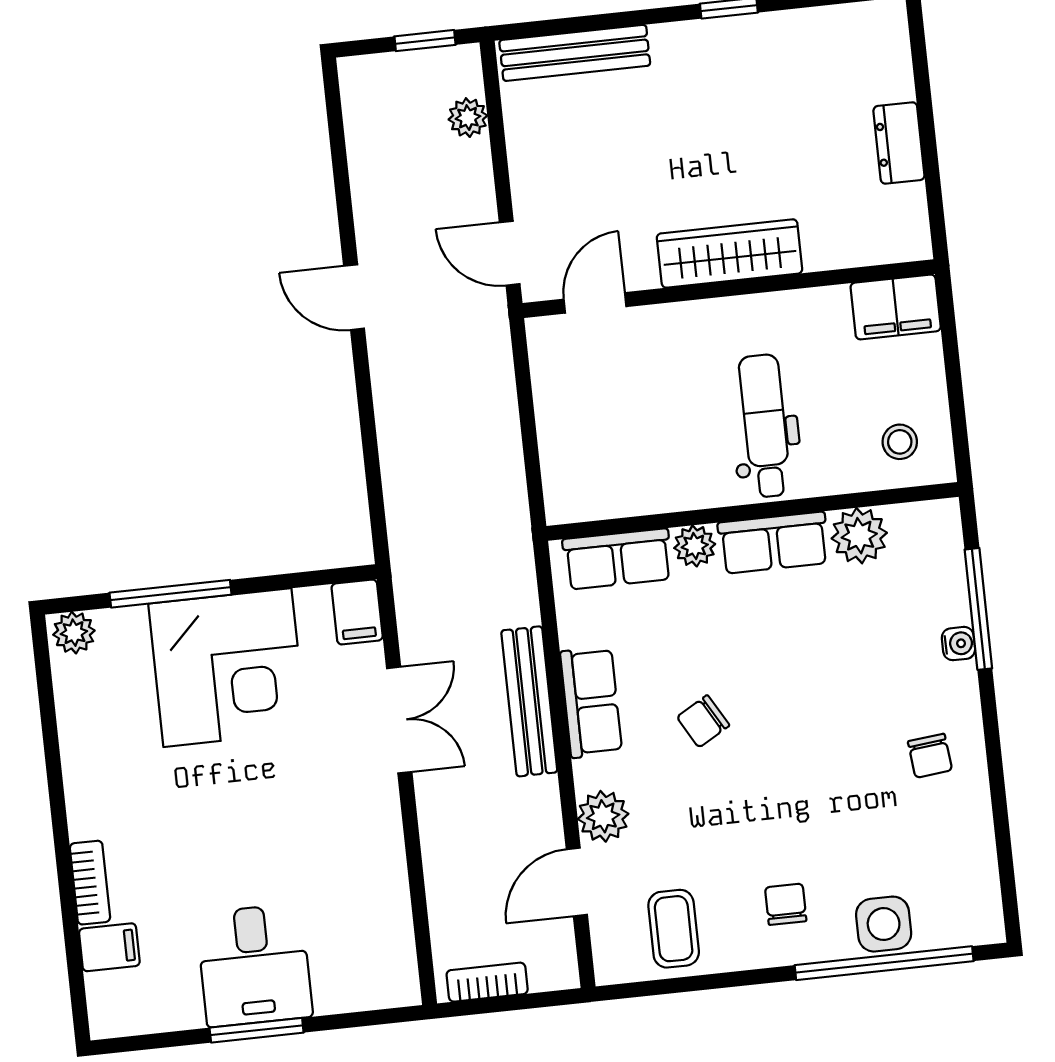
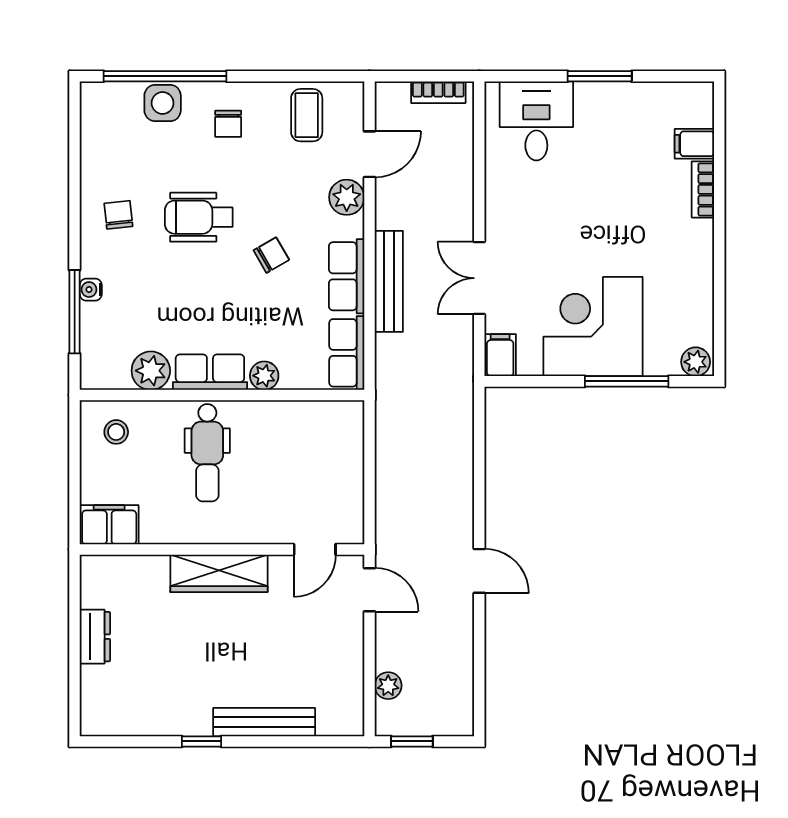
bench: (575, 53) -> (264, 722), moved
row of seats: (618, 559) -> (347, 353), moved, turned -90
wheelchair: (814, 765) -> (199, 217), added
desk: (254, 965) -> (536, 121), moved

